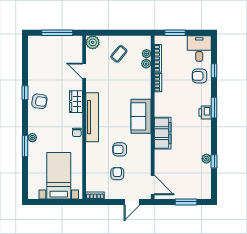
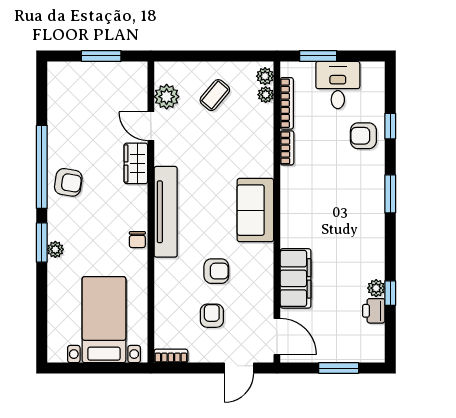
window: (57, 33) -> (101, 56), width x0.69
plant: (93, 42) -> (167, 97), moved
desk: (199, 48) -> (338, 85), moved
plant: (146, 64) -> (265, 76), moved
window: (25, 93) -> (42, 167), width x3.17
wardrobe: (76, 102) -> (136, 163), moved
printer: (205, 112) -> (374, 311), moved
filing cabinet: (163, 133) -> (296, 278), moved
window: (25, 146) -> (42, 243), moved
armchair: (120, 149) -> (216, 271), turned 180

